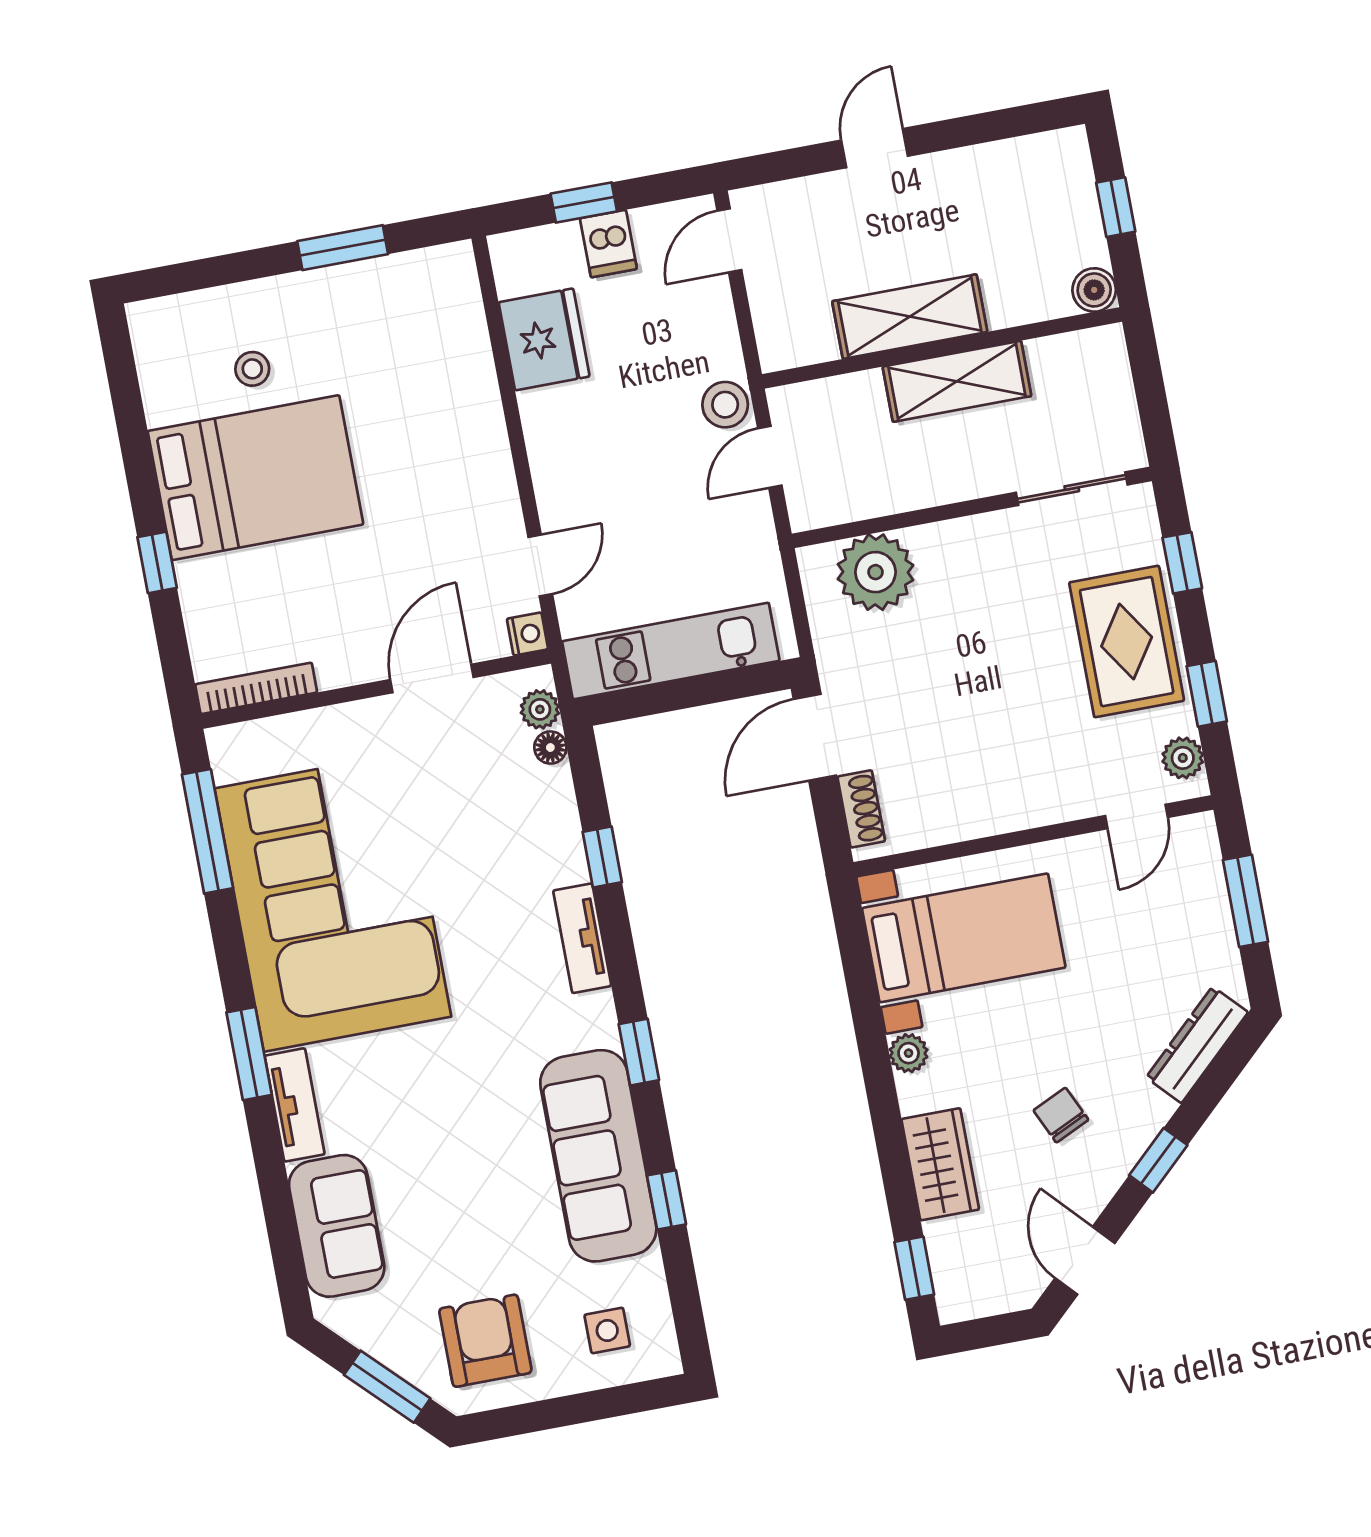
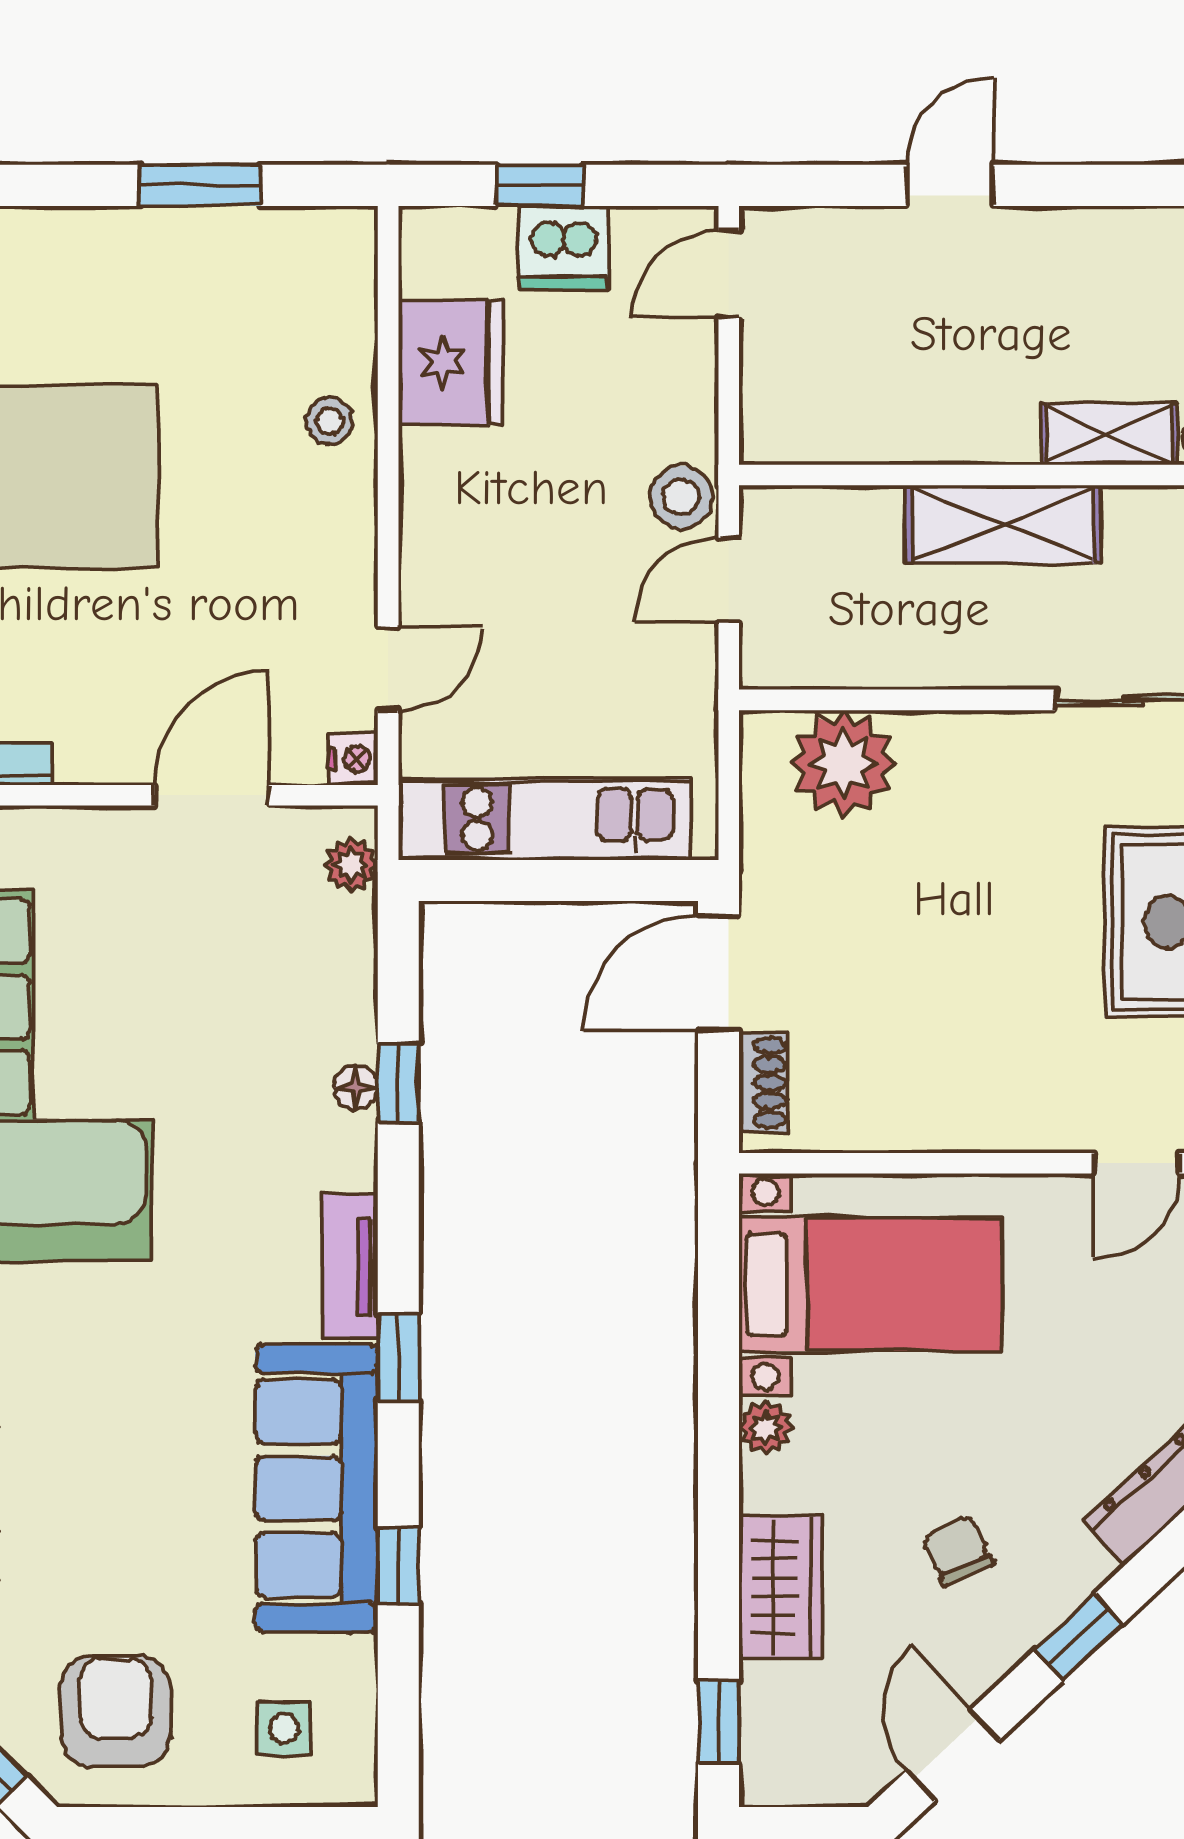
dishwasher: (608, 244) -> (563, 248), width x1.38
shelving: (910, 317) -> (1110, 434), moved, width x0.67, depth x0.75
stool: (252, 369) -> (330, 421), moved
floor lamp: (550, 748) -> (356, 1088), moved
tv unit: (582, 938) -> (350, 1266), moved

